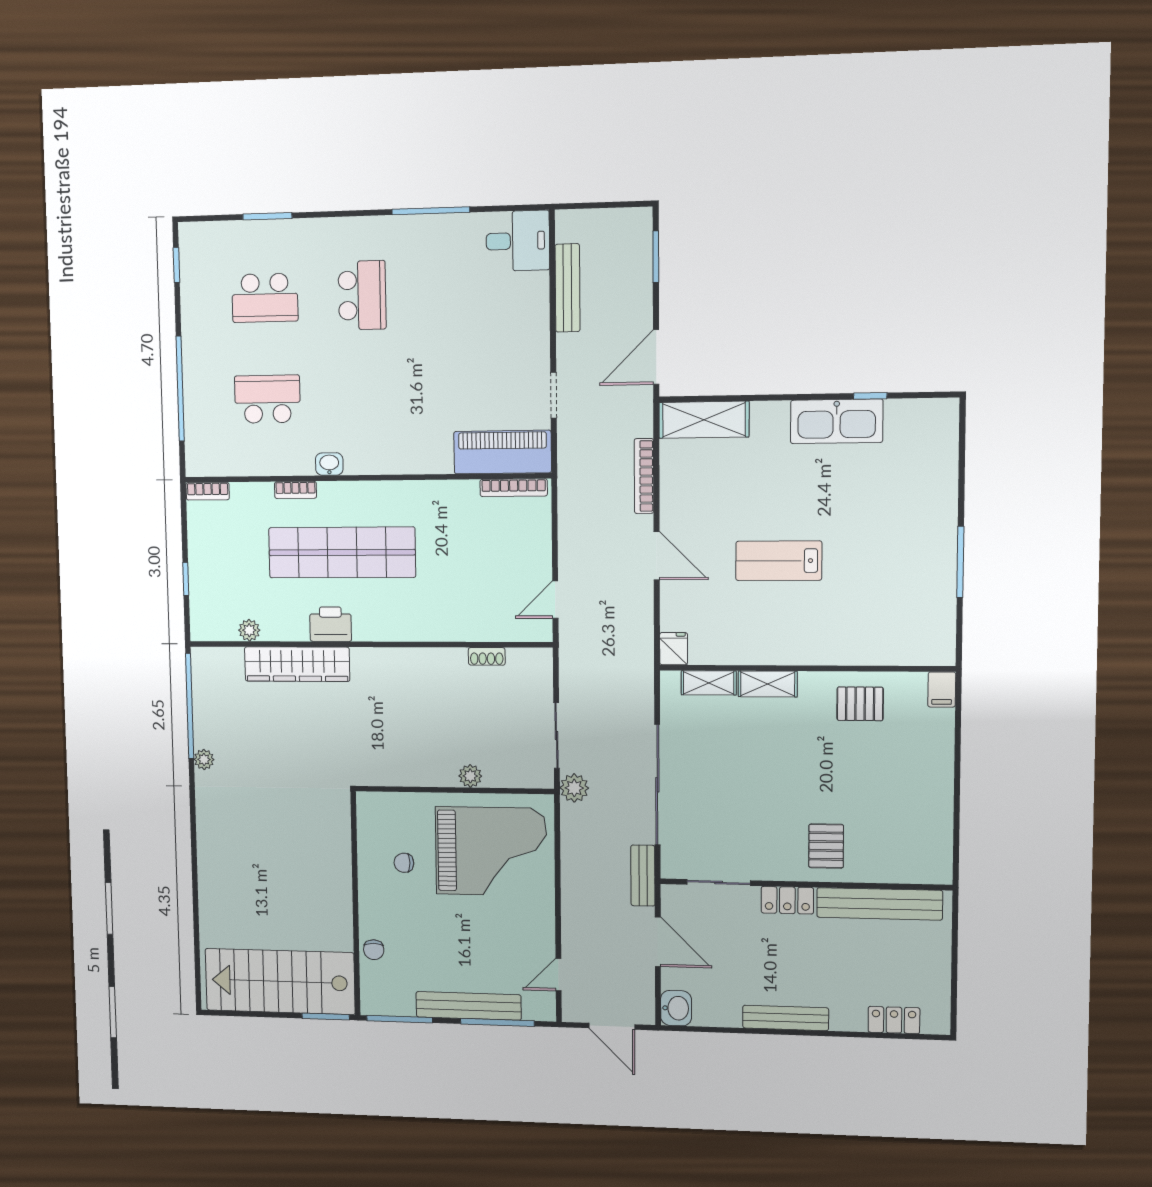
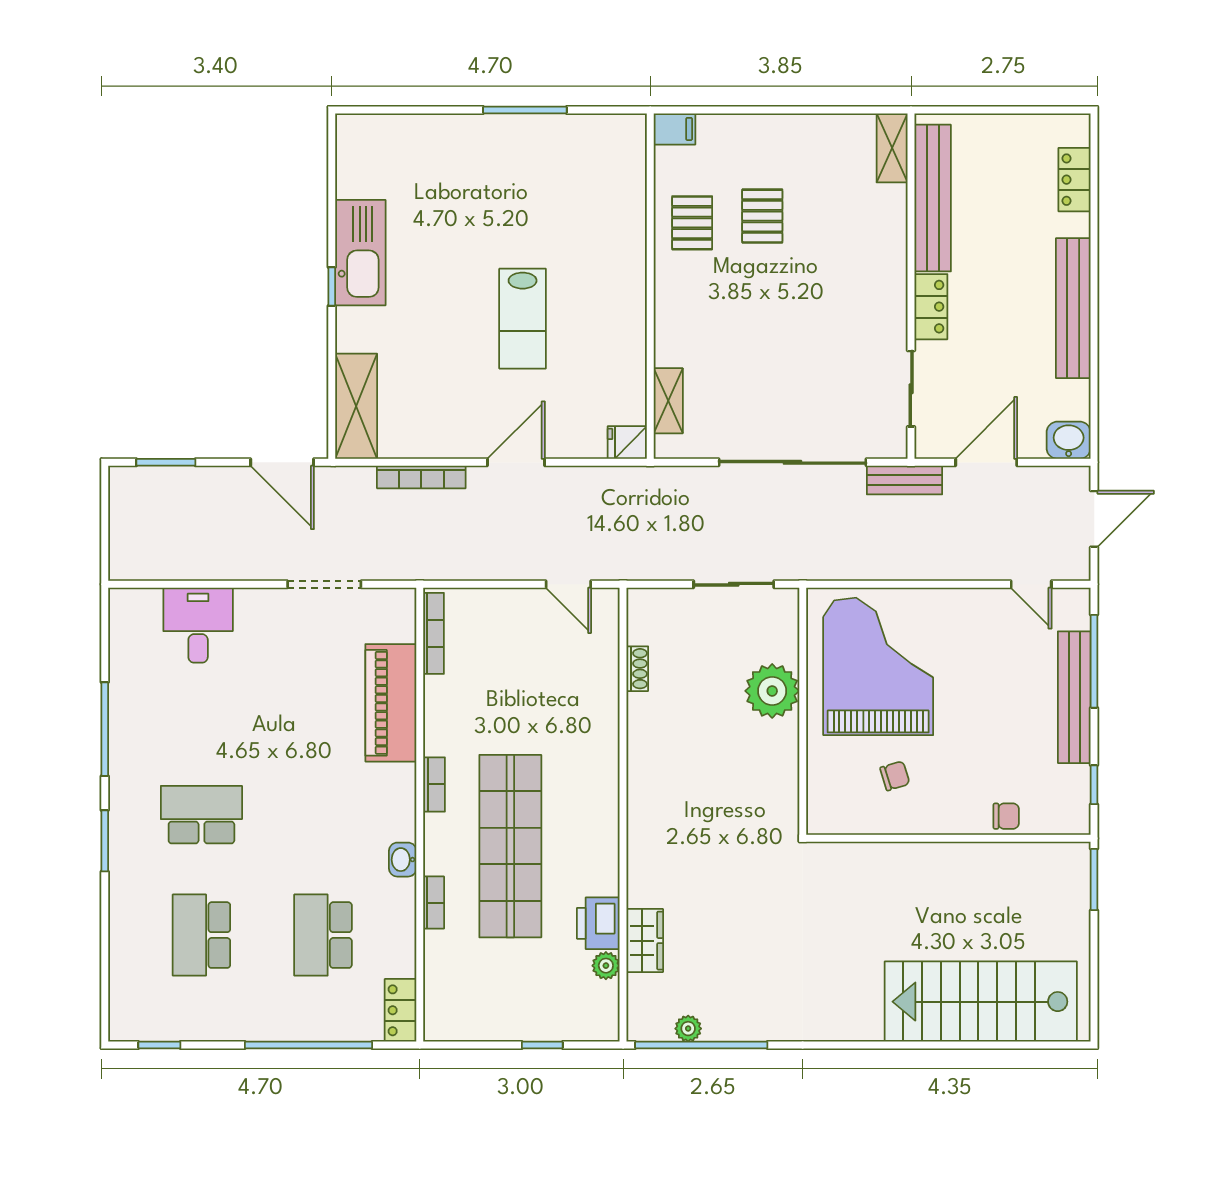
window: (267, 216) -> (105, 841), moved
desk: (518, 241) -> (198, 625), moved
bench: (567, 288) -> (199, 566), removed
school desk: (265, 298) -> (201, 935), turned 180
doorway: (554, 395) -> (324, 584), width x1.38
window: (870, 396) -> (332, 286), moved
piano: (503, 452) -> (391, 703), moved
locker: (210, 464) -> (401, 1010), added
bookcase: (208, 491) -> (434, 784), moved
printer: (331, 624) -> (598, 923), moved
wardrobe: (297, 664) -> (645, 941), width x0.48, depth x0.85
shelving: (768, 684) -> (892, 148), moved
plant: (204, 759) -> (688, 1029), moved
plant: (470, 776) -> (772, 691), width x1.87, depth x1.87
plant: (574, 788) -> (798, 563), removed
pallet: (826, 846) -> (762, 216), moved, turned 90
chair: (404, 863) -> (895, 776), turned -107
stairs: (280, 981) -> (981, 1002), moved, turned 90
bench: (786, 1018) -> (1073, 308), width x1.37, depth x1.21
window: (400, 1019) -> (1094, 785), width x0.46

